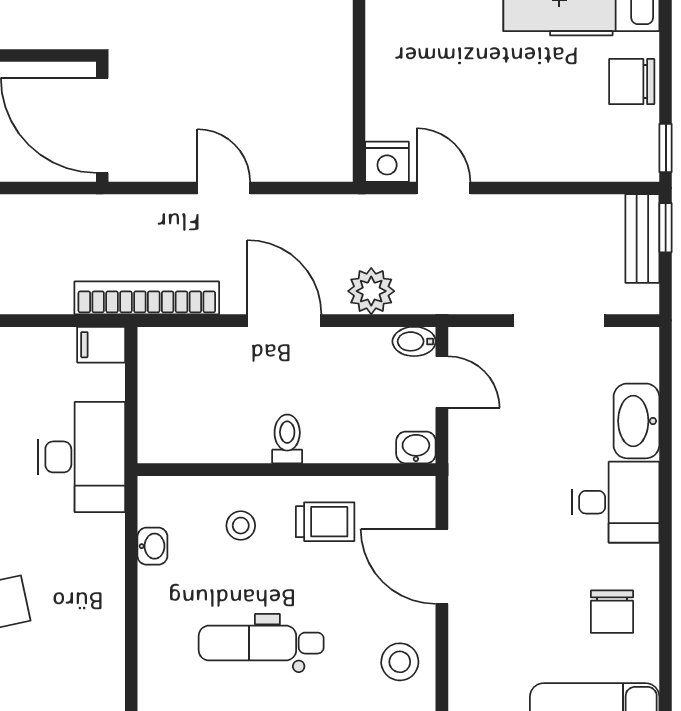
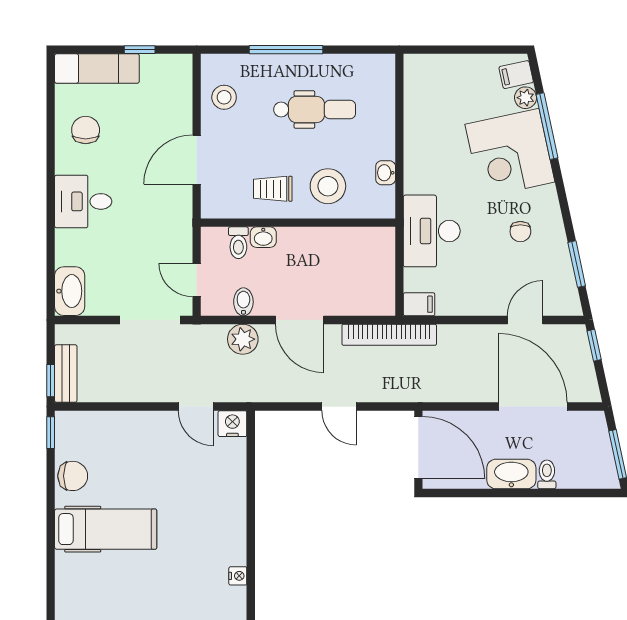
doorway: (559, 321) -> (150, 320), moved
bidet: (414, 341) -> (243, 302), moved, turned -90
washbasin: (636, 421) -> (70, 291), moved
toilet: (287, 439) -> (238, 243), moved
washbasin: (416, 448) -> (263, 237), moved
stool: (241, 526) -> (328, 186), width x1.89, depth x1.89
door: (442, 566) -> (197, 160), swing flipped

